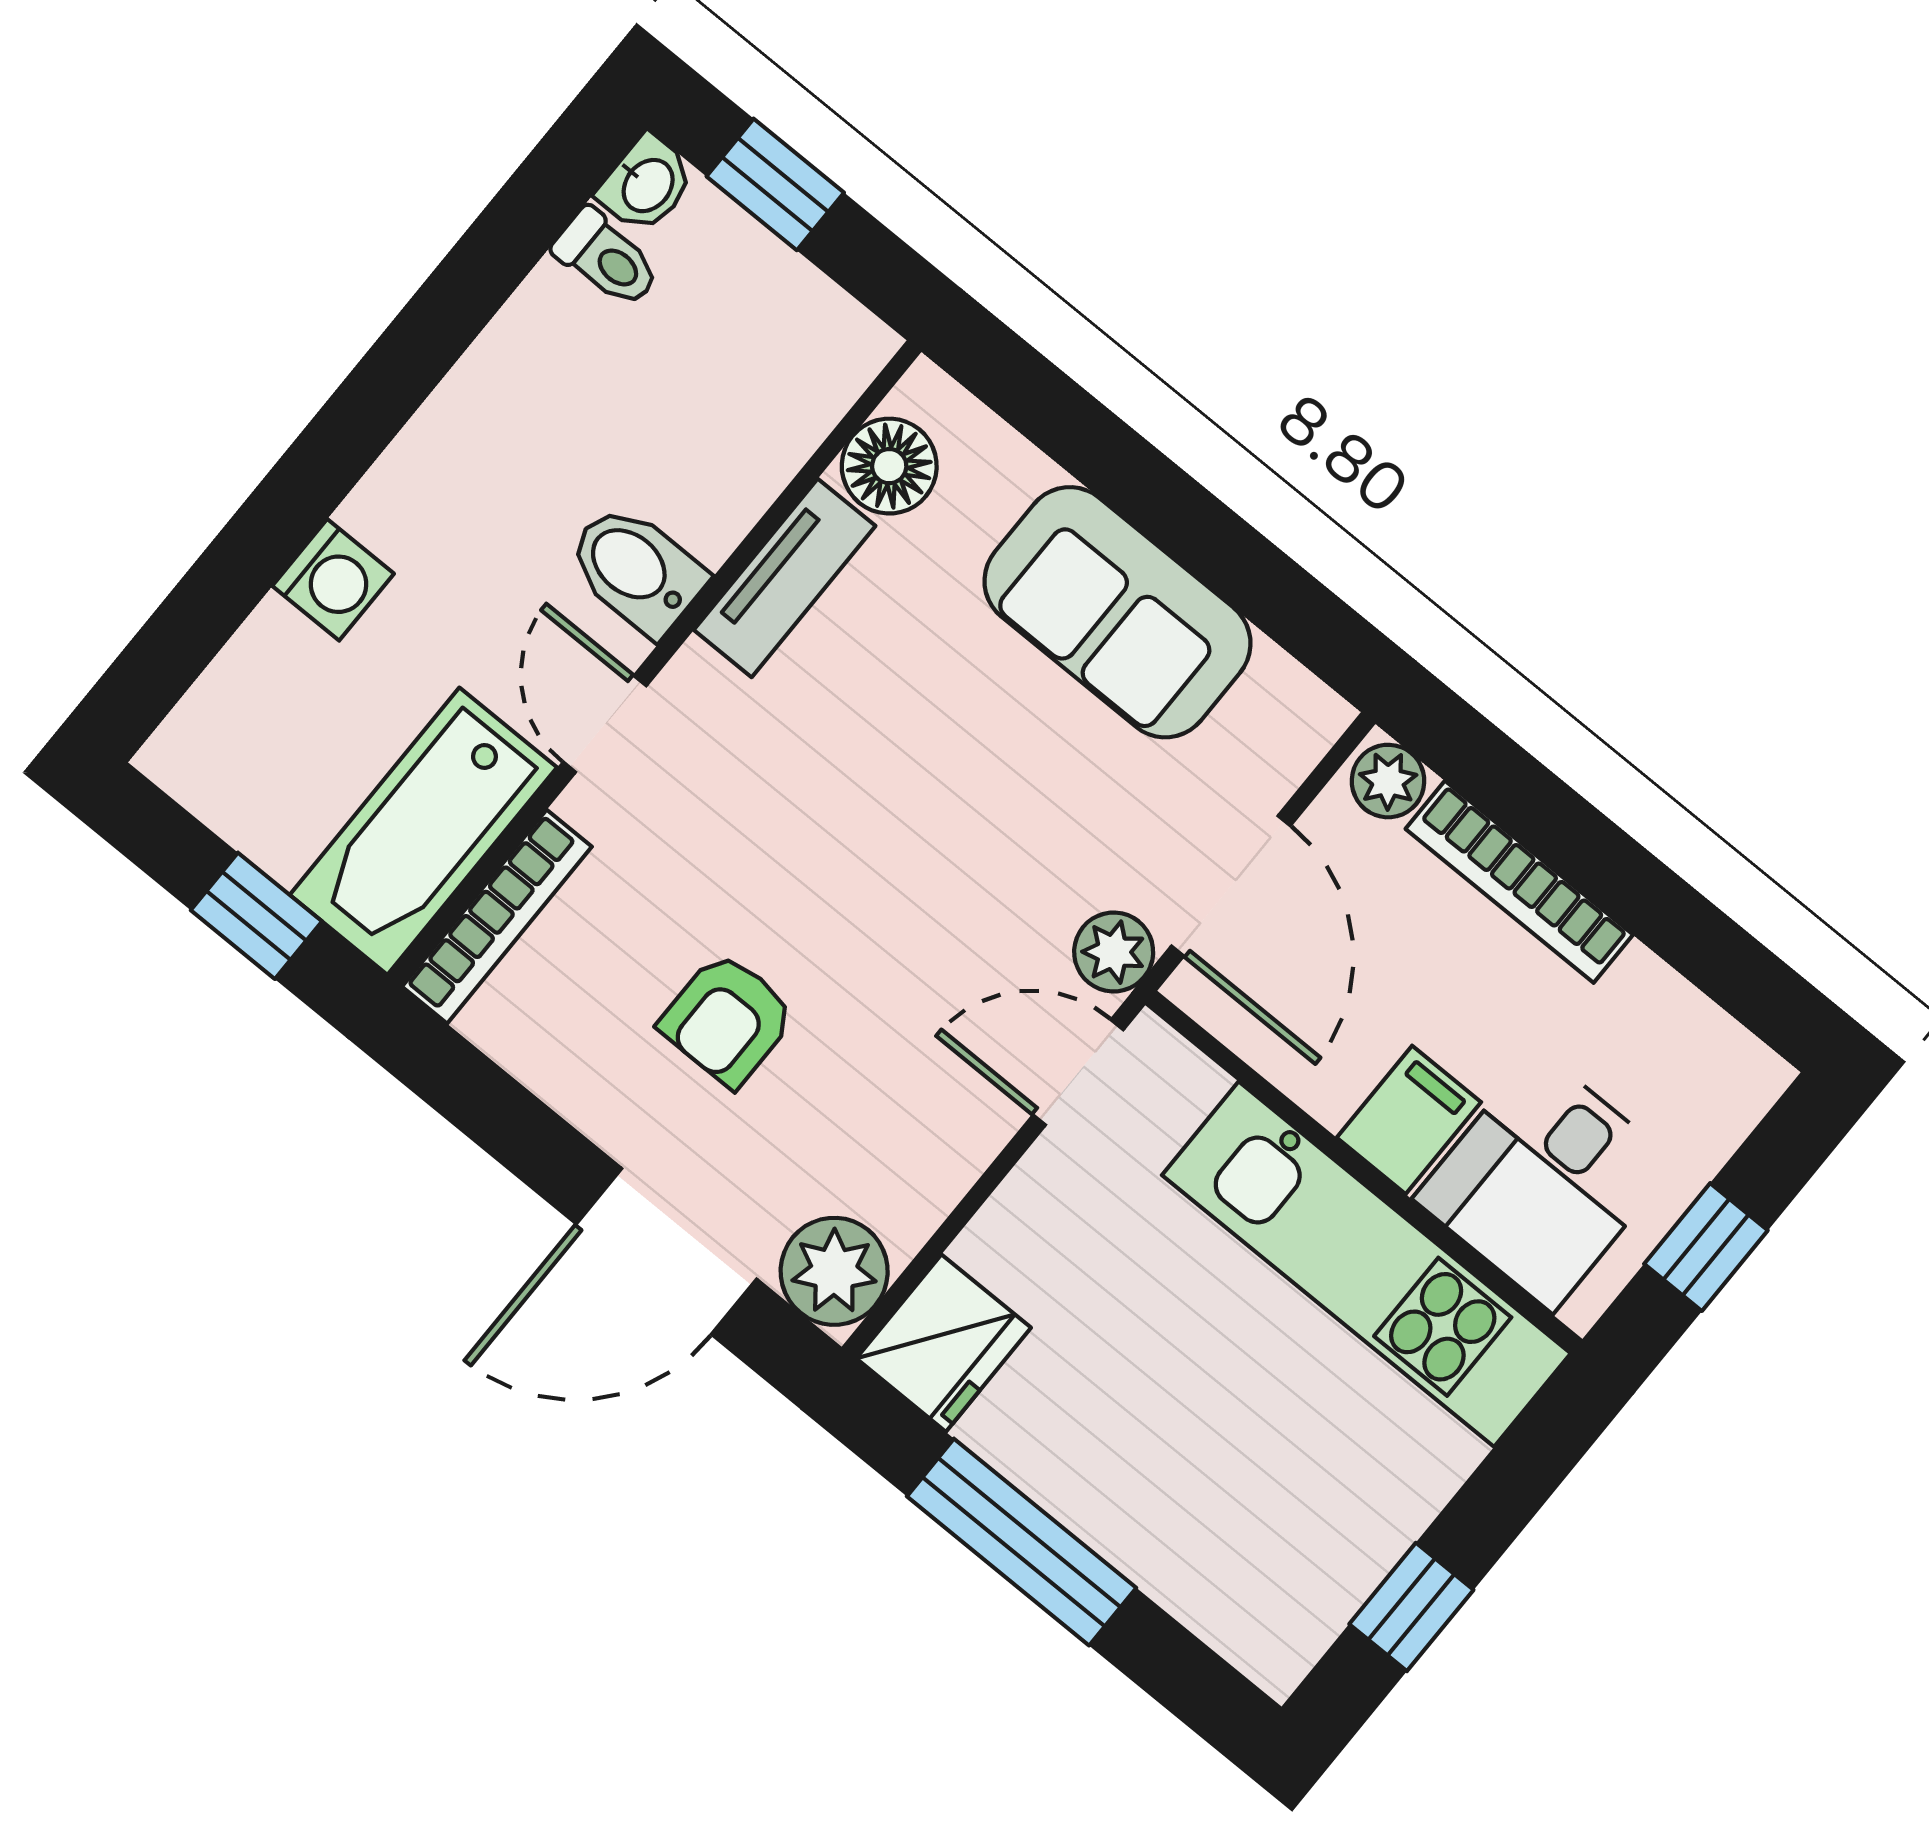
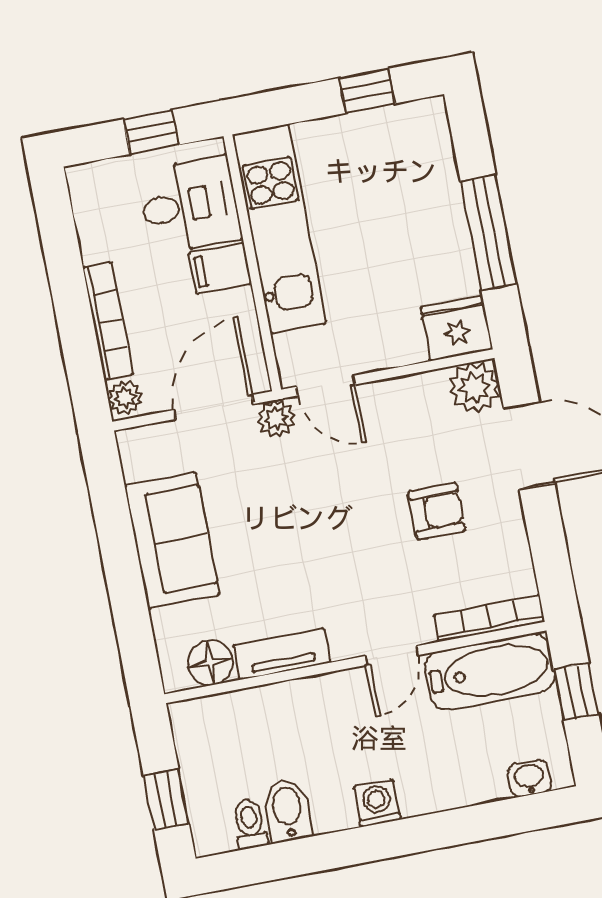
washbasin: (646, 184) -> (529, 778), moved
bidet: (636, 569) -> (287, 810), moved, turned 180
washing machine: (333, 580) -> (377, 803), moved

